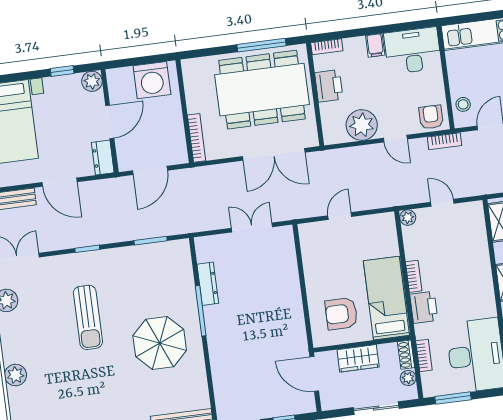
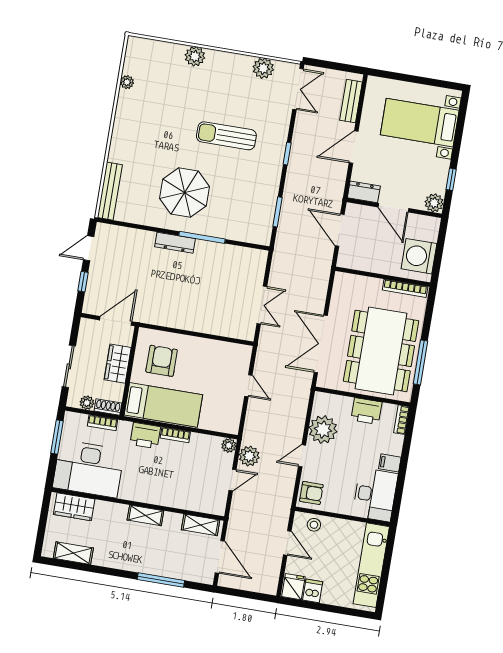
bookcase: (197, 138) -> (405, 288), moved
bookcase: (445, 141) -> (286, 498), removed
plant: (412, 193) -> (249, 456), added
dresser: (208, 284) -> (175, 243), moved

